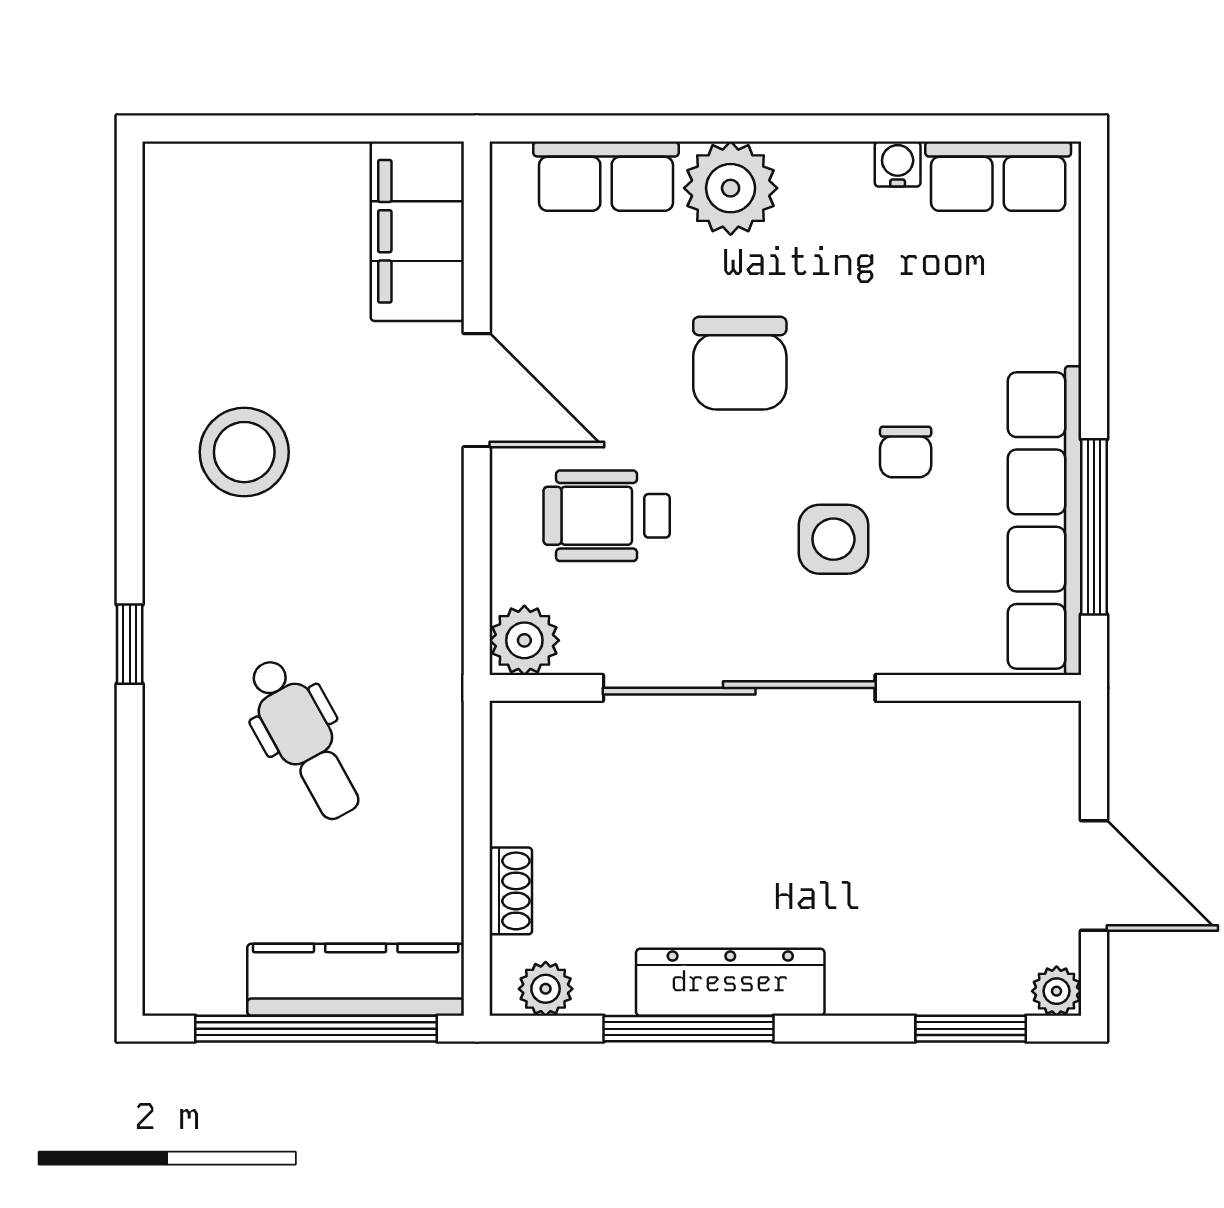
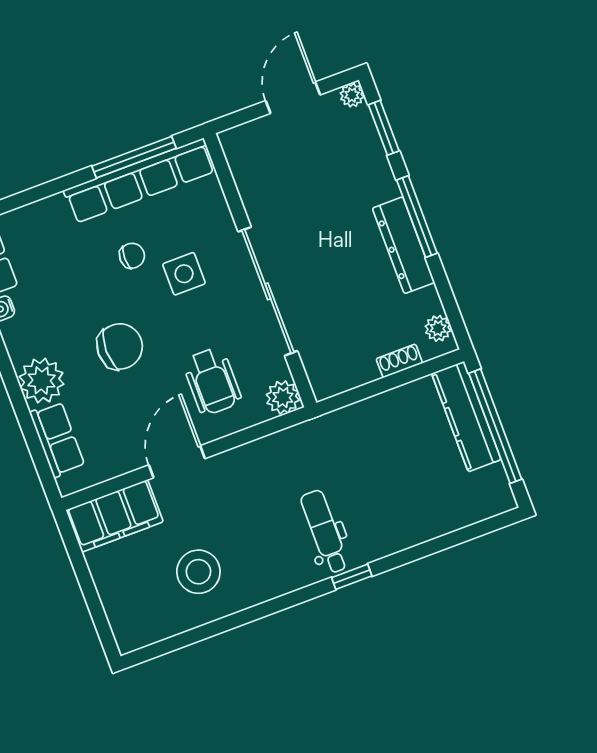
stool: (244, 452) -> (198, 572), moved
dental chair: (304, 739) -> (325, 532), moved, turned -61
window: (688, 1029) -> (417, 217), moved

